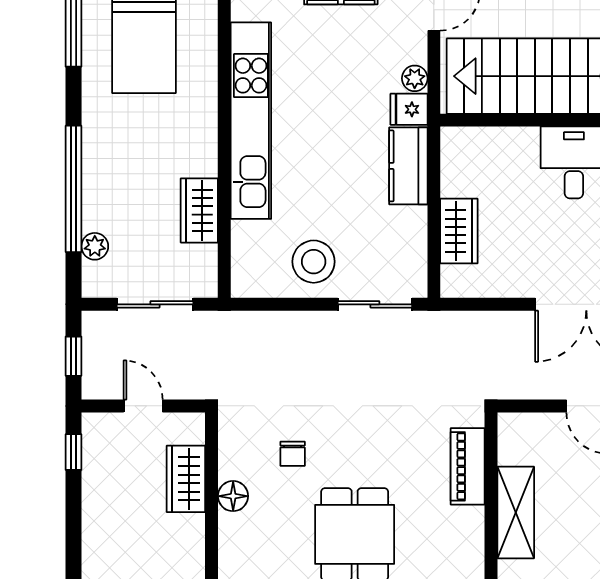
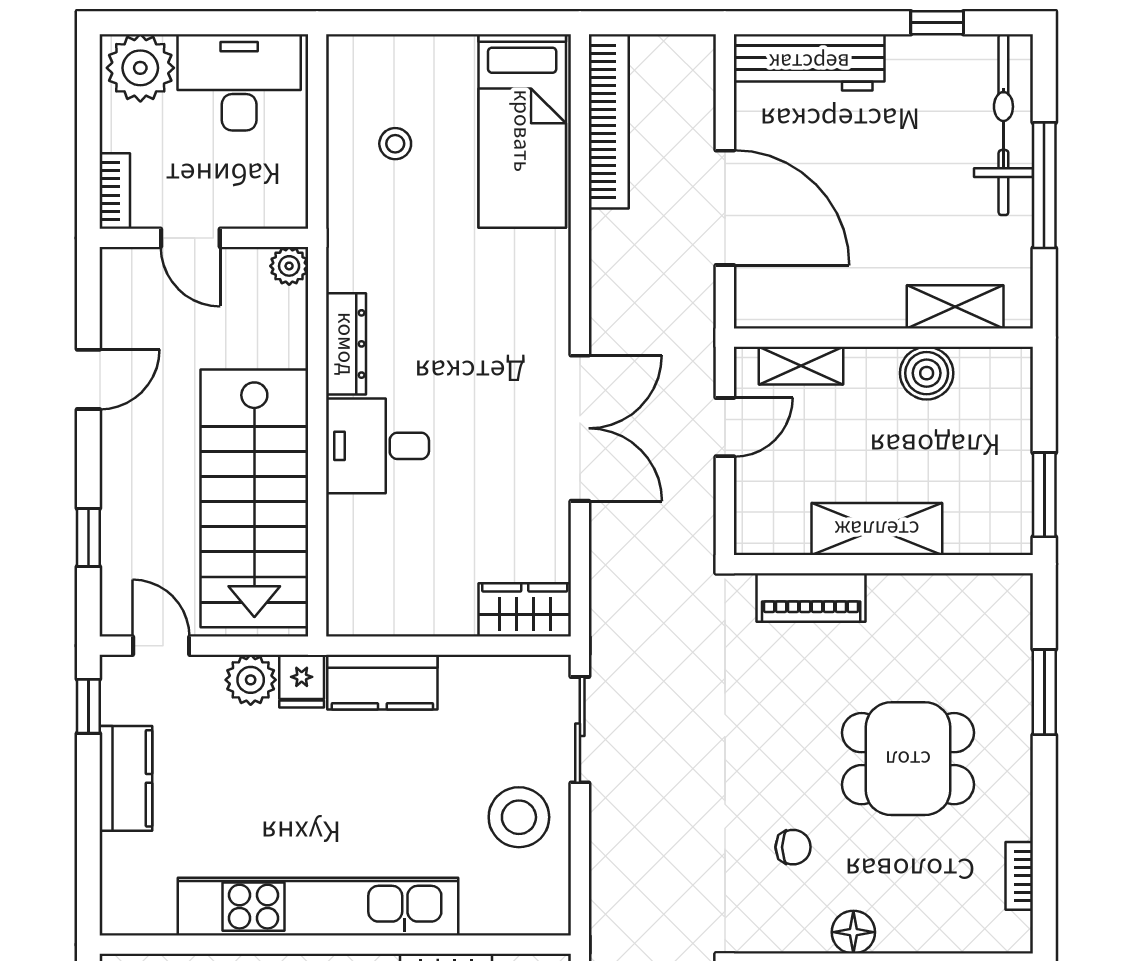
plant: (415, 78) -> (251, 680), width x1.38, depth x1.38
wardrobe: (459, 231) -> (525, 610), moved

